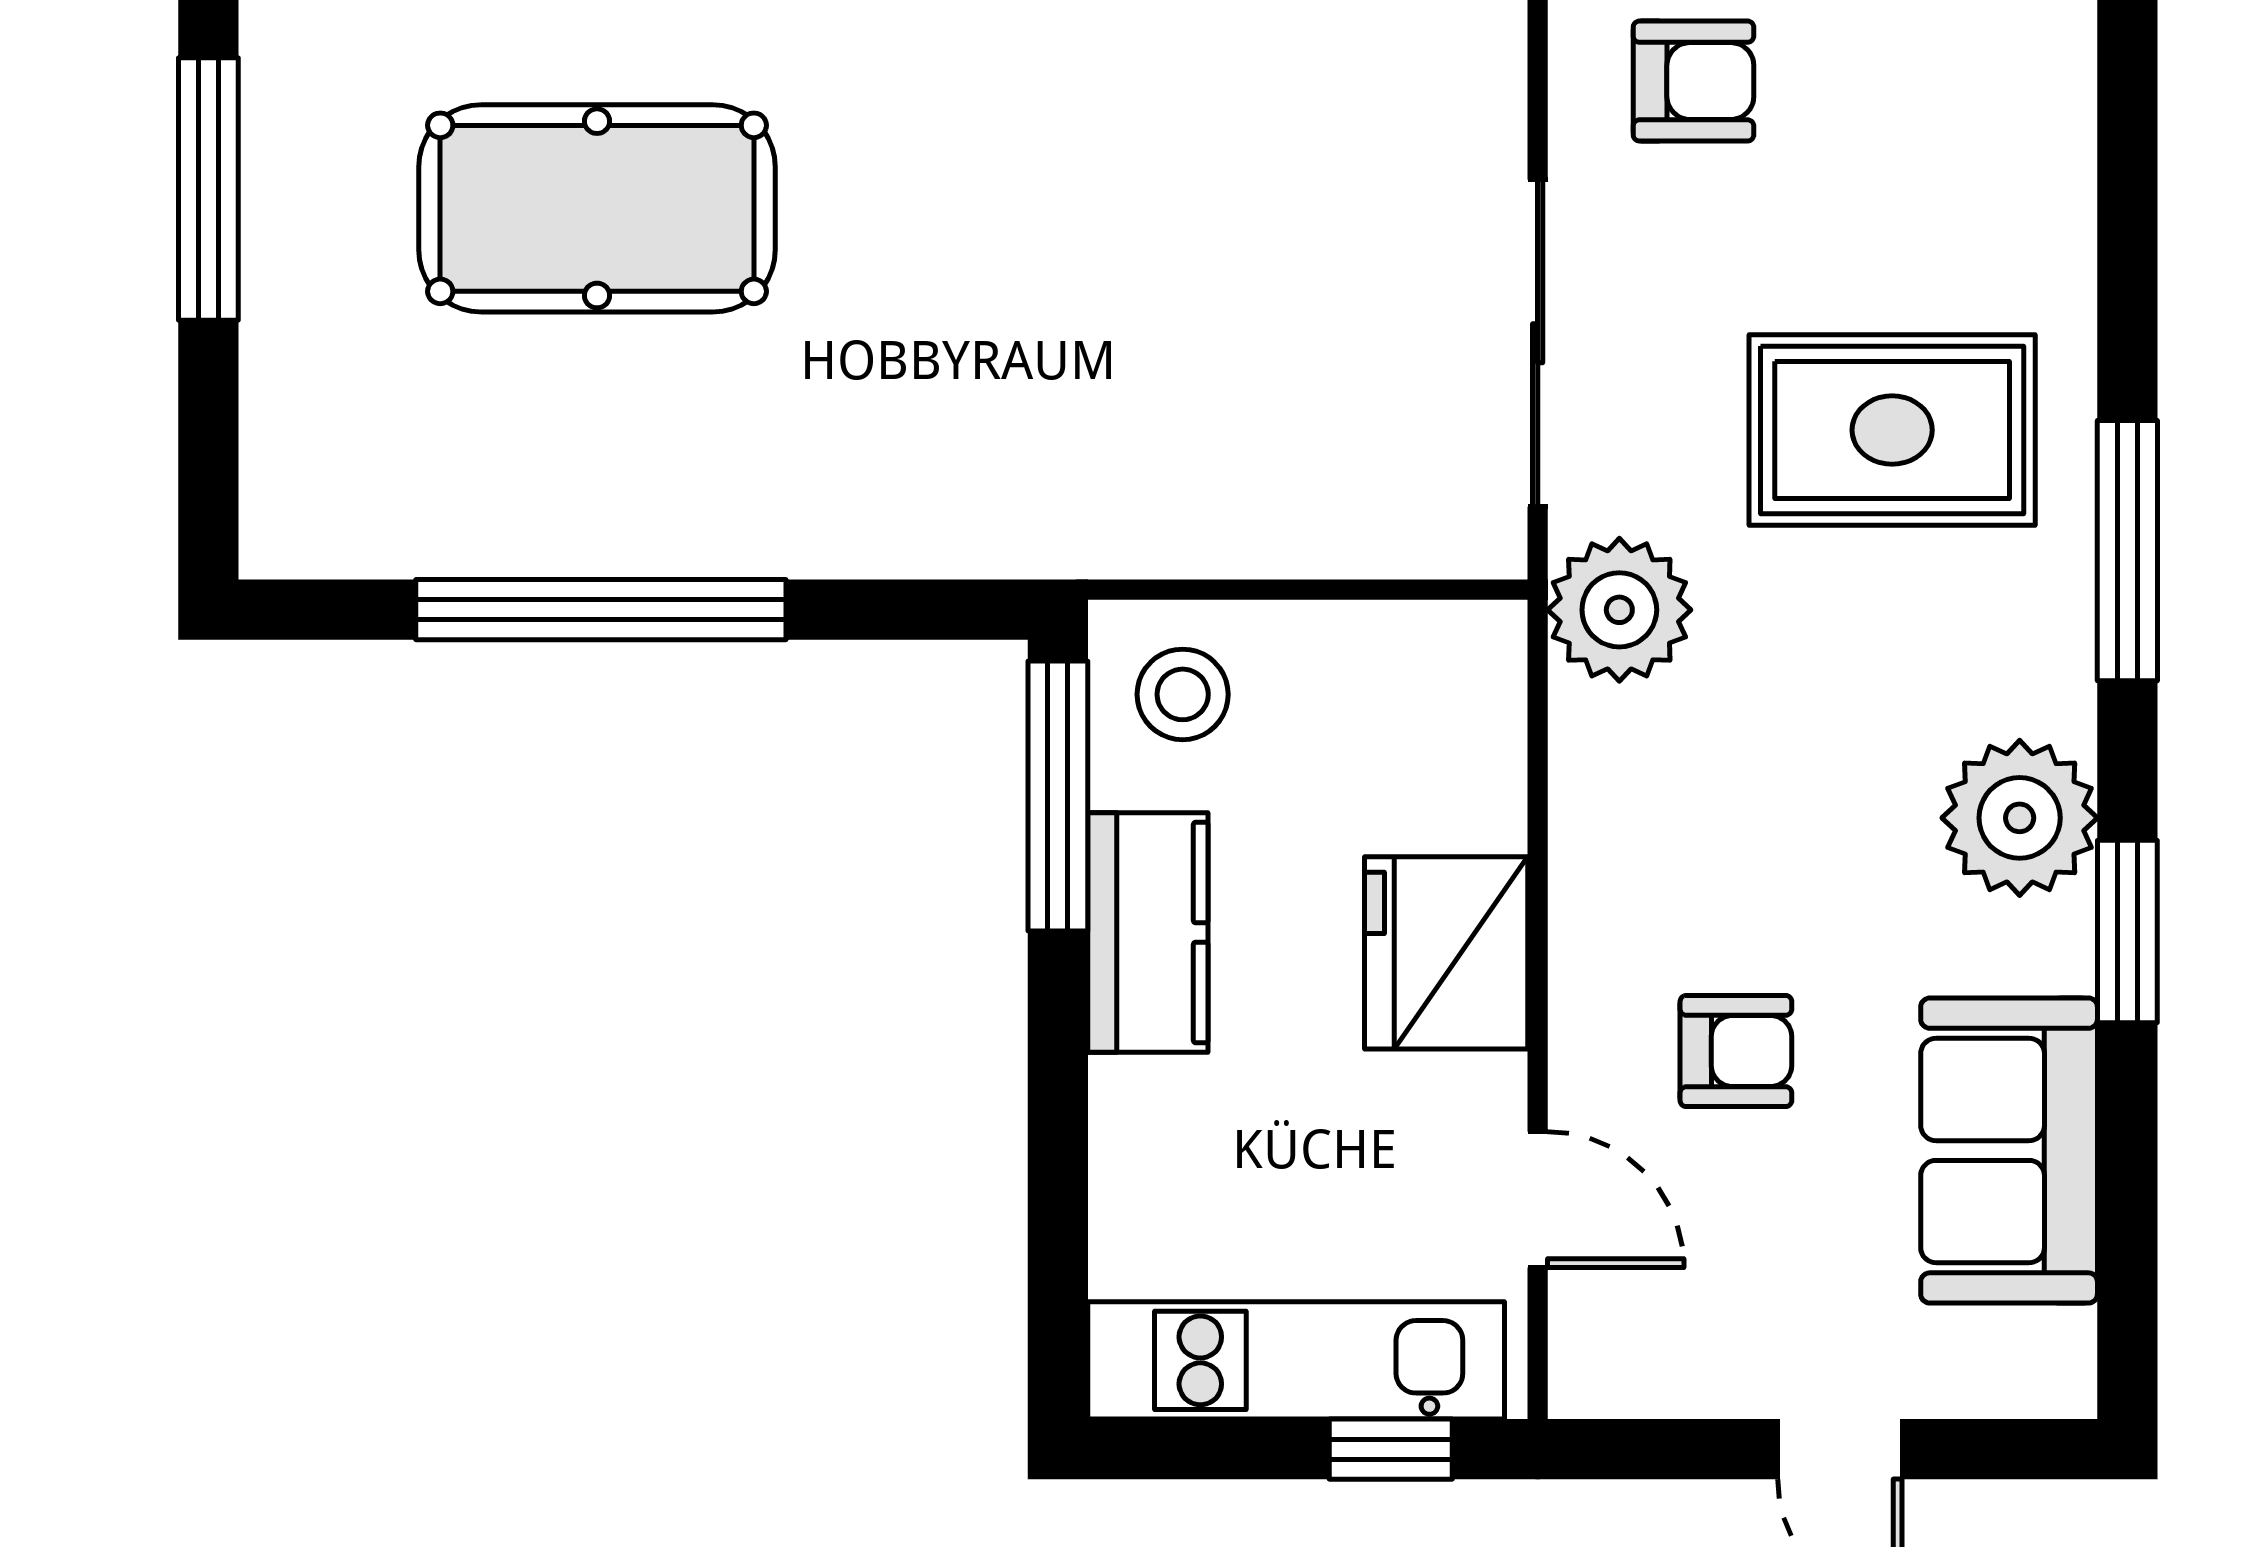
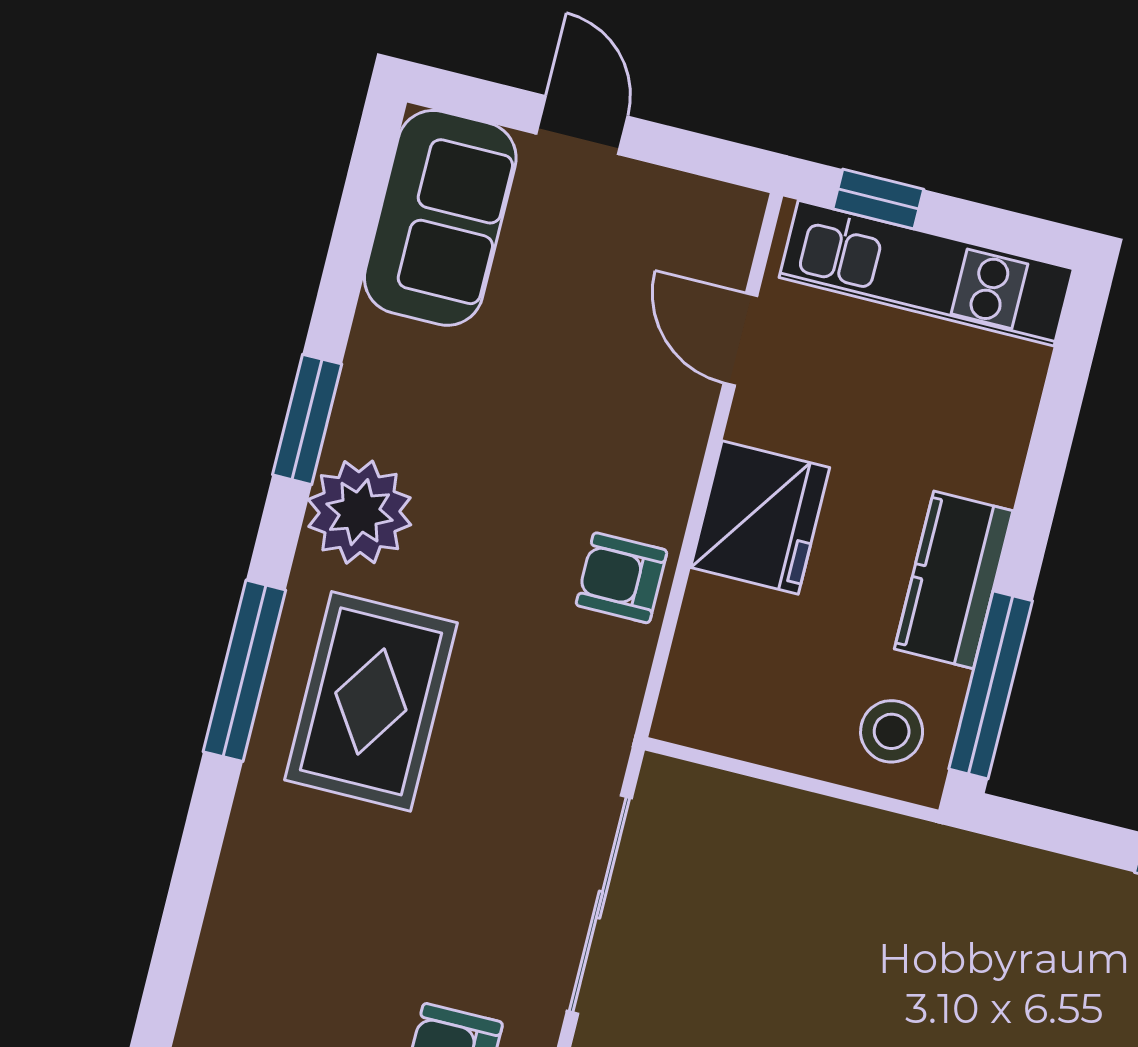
rug: (1892, 430) -> (371, 701), moved, turned 90
plant: (1619, 610) -> (589, 715), removed
armchair: (1736, 1051) -> (622, 578), moved
sofa: (2009, 1151) -> (440, 218), moved

